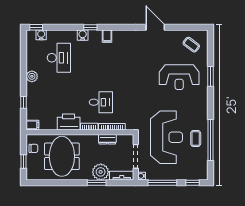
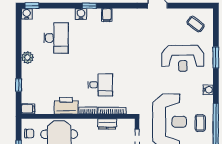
water cooler: (41, 35) -> (27, 14), moved
water cooler: (203, 107) -> (208, 90), added

